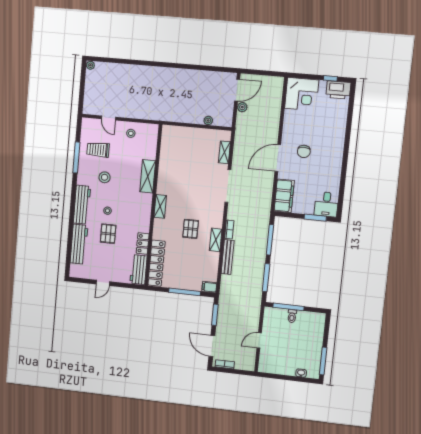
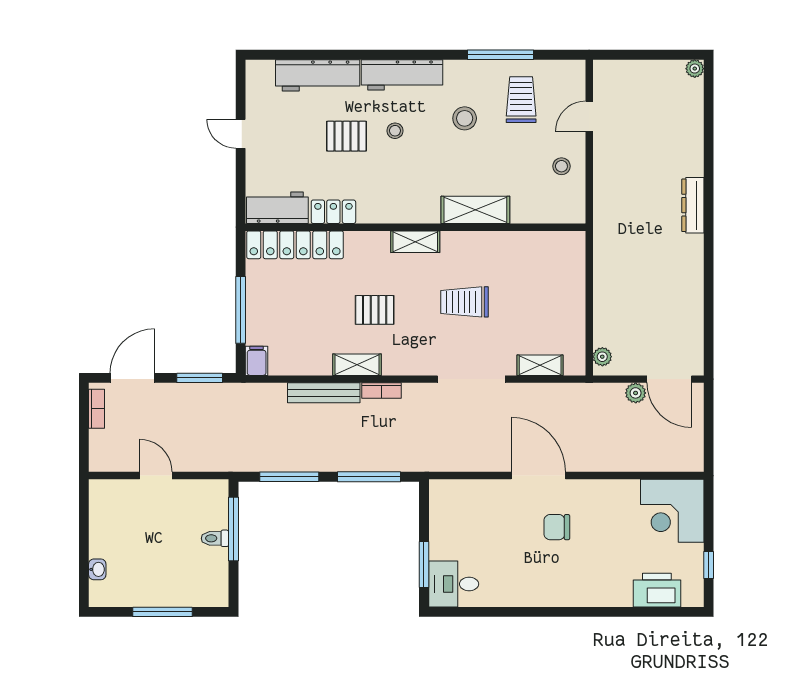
dresser: (155, 72) -> (693, 205), added
printer: (338, 90) -> (657, 590), moved, turned 90
plant: (208, 120) -> (602, 357), moved
trolley: (191, 186) -> (465, 302), added
filing cabinet: (284, 196) -> (462, 497), removed
window: (323, 361) -> (163, 612), moved

